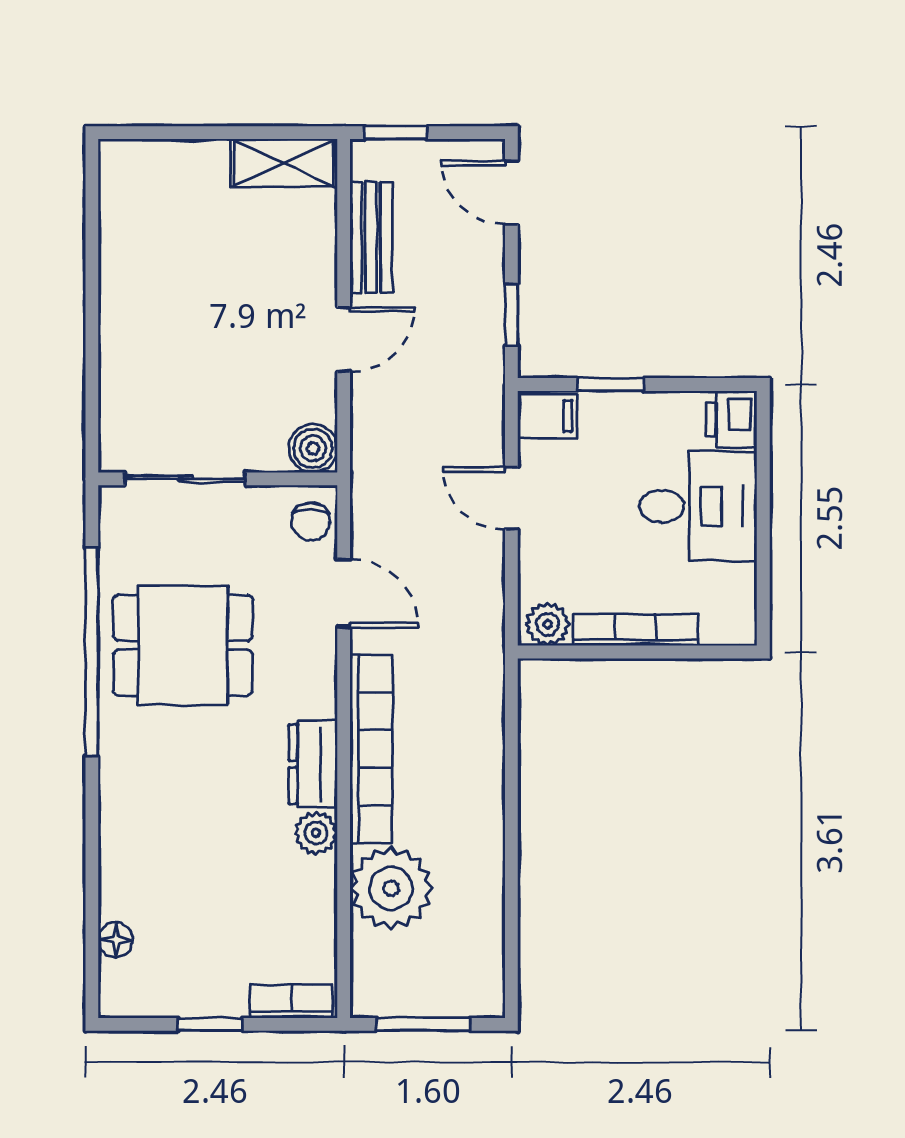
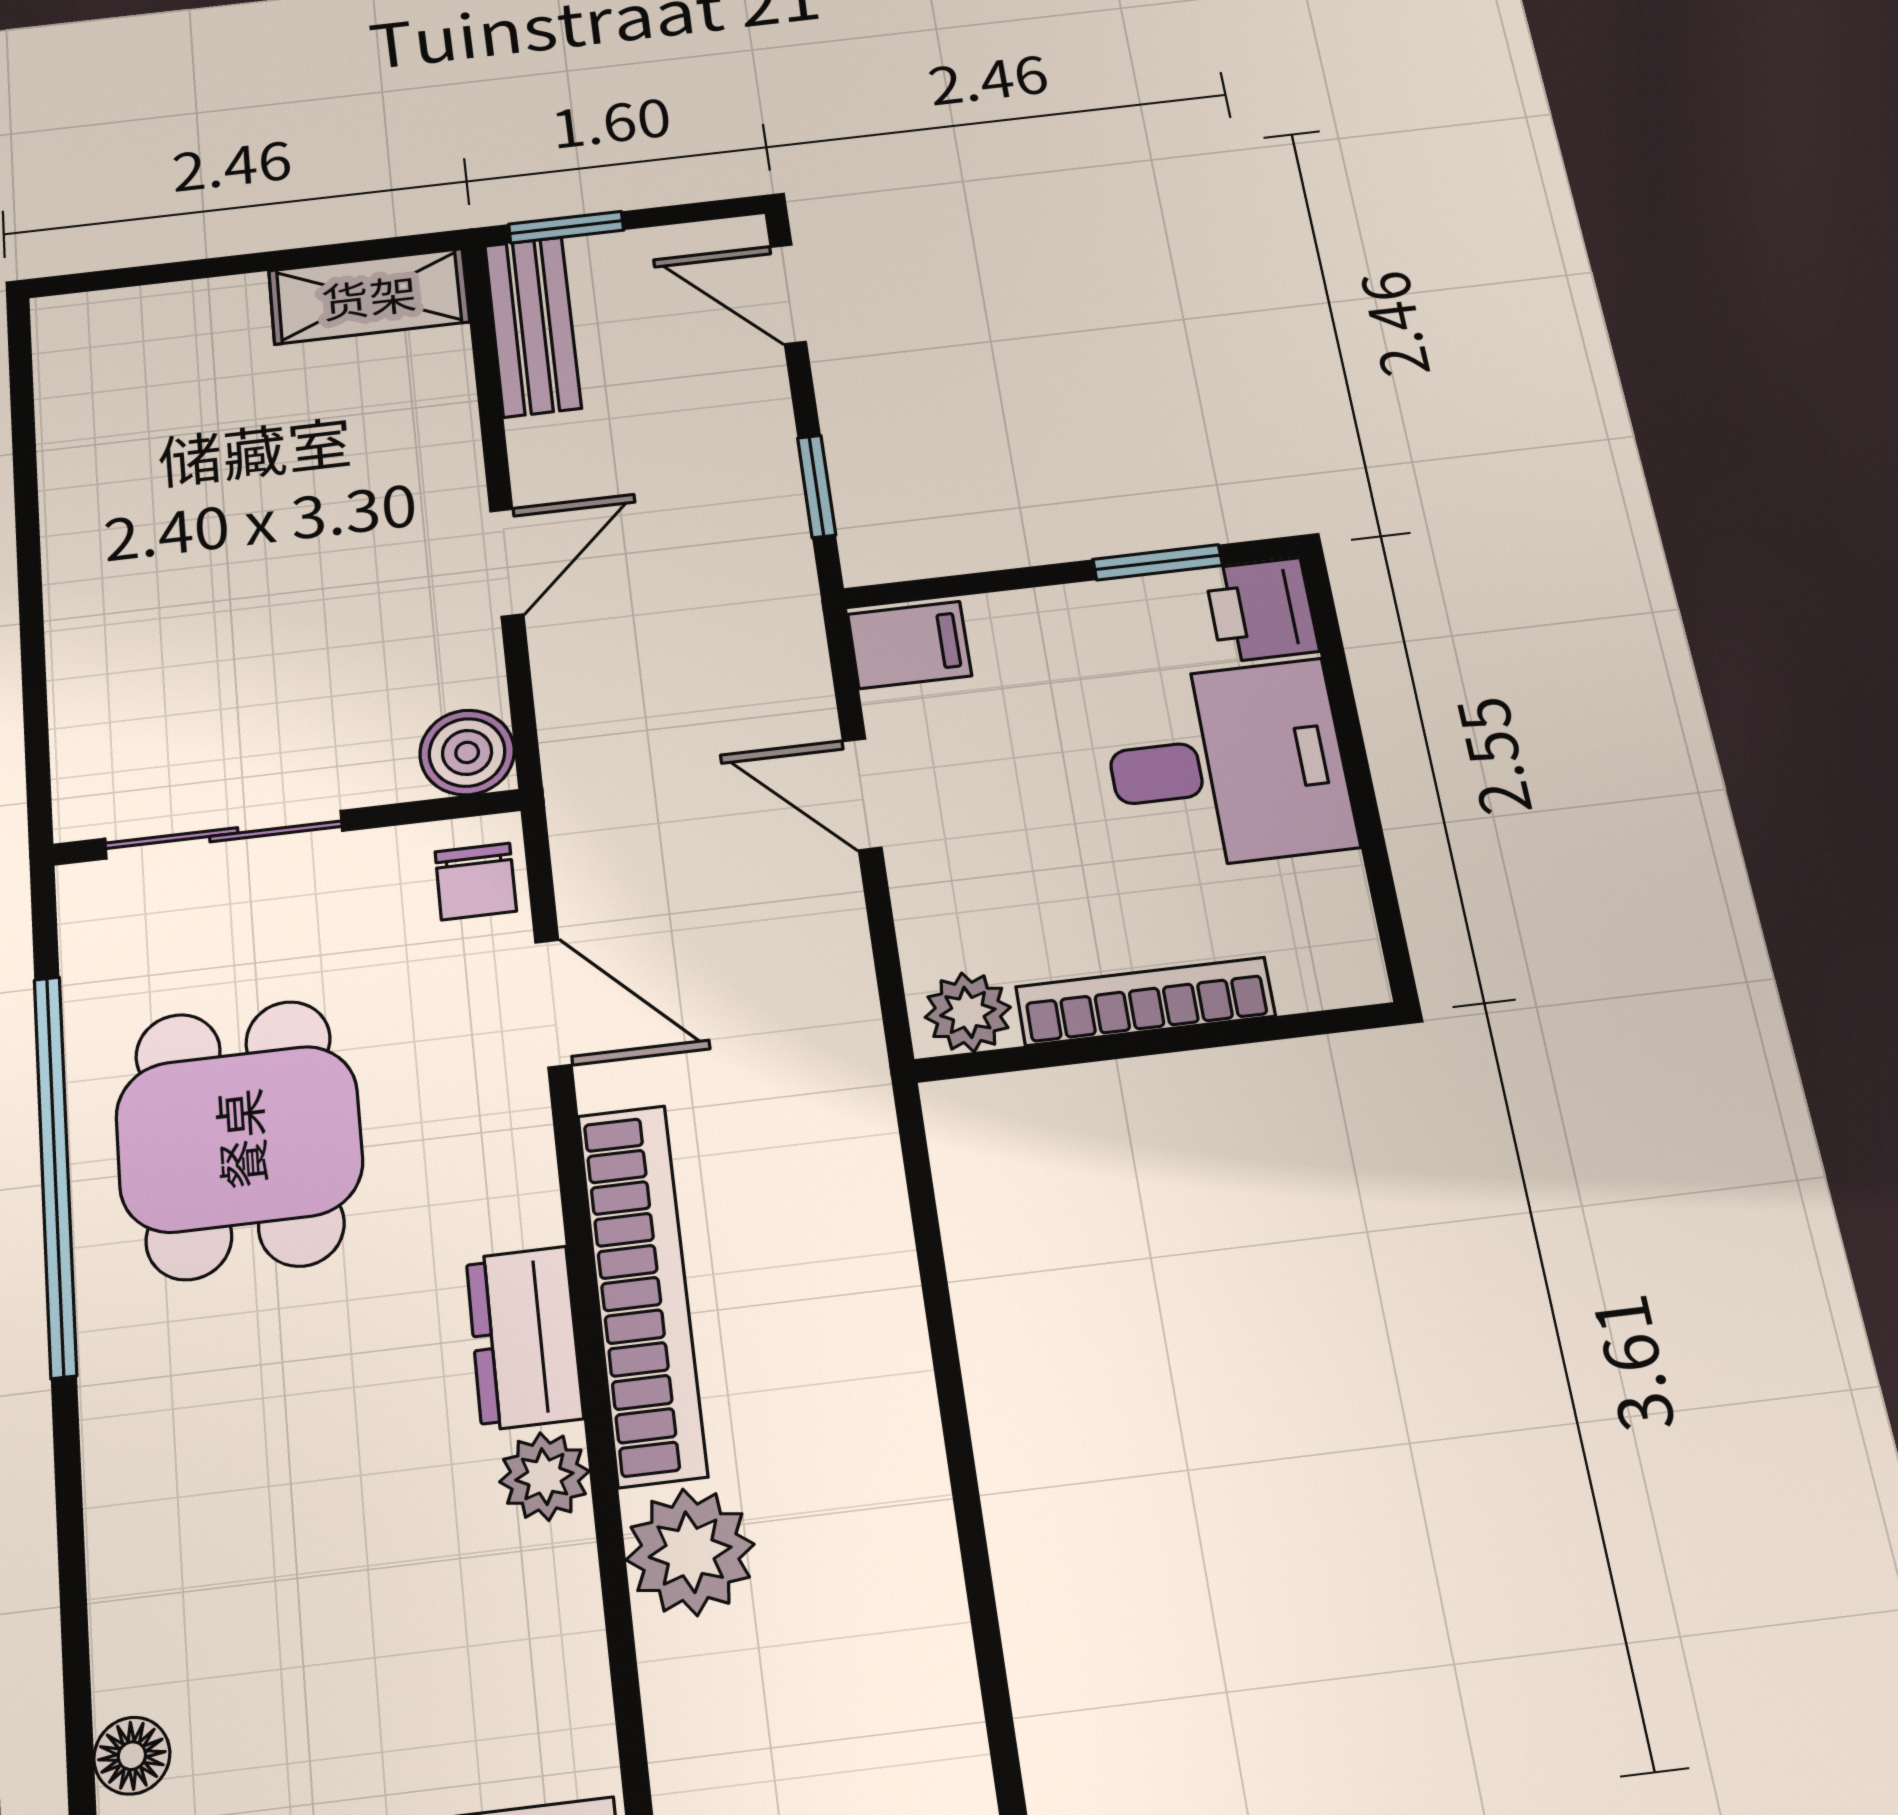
bench: (371, 237) -> (533, 326), moved
window: (611, 384) -> (1158, 562), moved
dining table: (183, 645) -> (239, 1139), turned 90
plant: (391, 888) -> (690, 1552), width x0.73, depth x0.73

